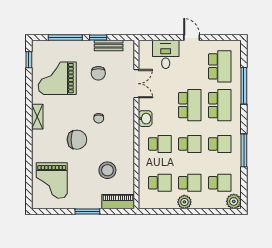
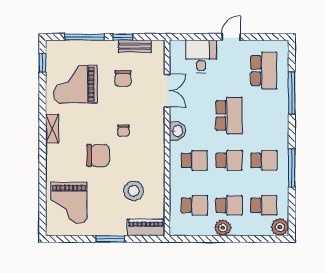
door: (192, 37) -> (231, 37), hinge flipped
school desk: (220, 105) -> (264, 115), removed

